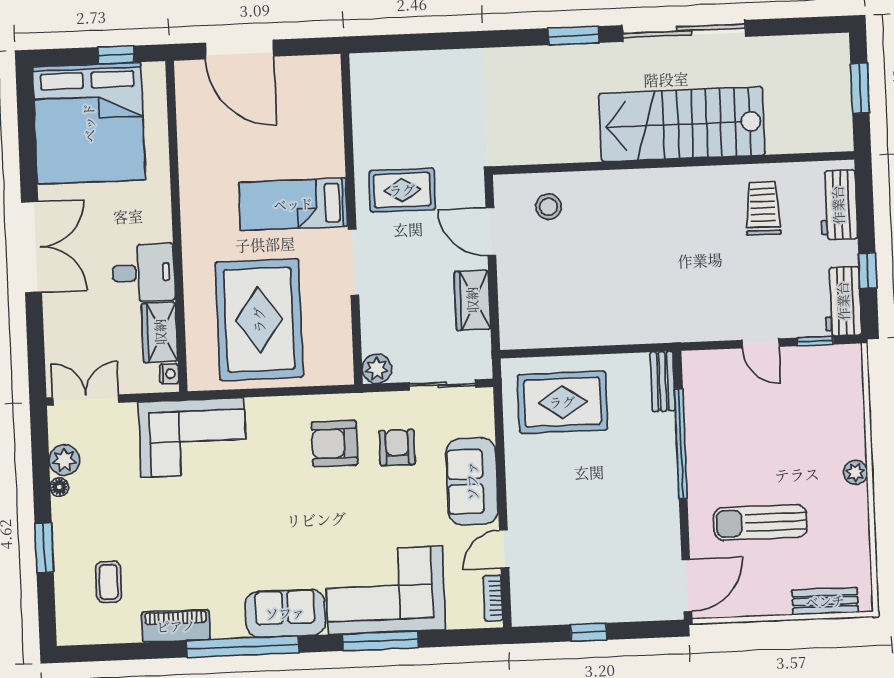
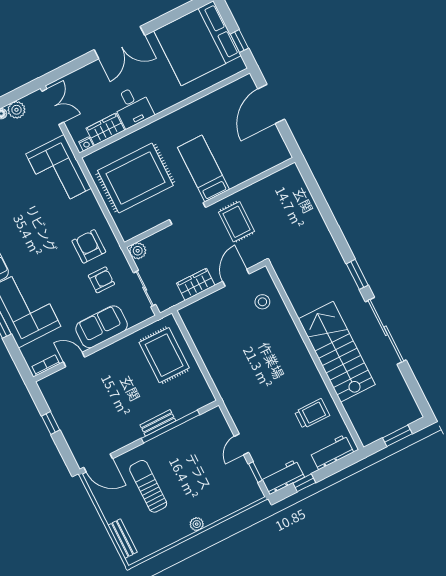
bench: (663, 381) -> (158, 423), moved

